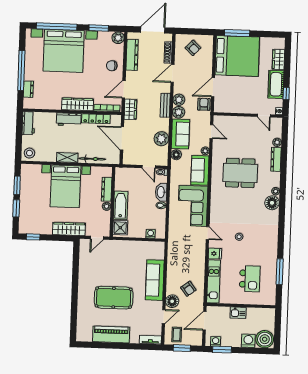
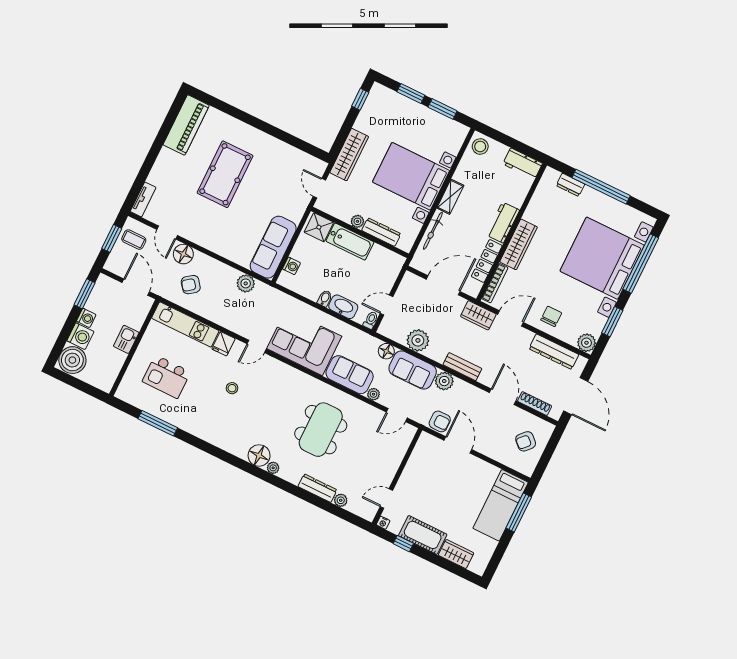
bed: (237, 56) -> (501, 505), width x0.49
door: (124, 89) -> (511, 318), hinge flipped
plant: (179, 100) -> (246, 283), moved
sofa: (155, 280) -> (273, 247), moved, turned -90
piano: (111, 334) -> (186, 125), moved
washing machine: (216, 341) -> (86, 318), moved

